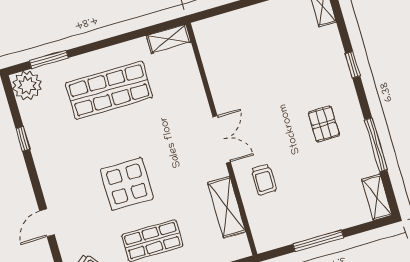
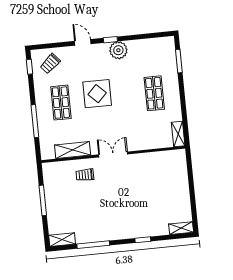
plant: (27, 85) -> (118, 50), moved
shop shelf: (109, 90) -> (154, 93), width x0.70, depth x0.74
pallet: (324, 124) -> (111, 216), removed
window: (23, 139) -> (110, 40), moved
double door: (222, 139) -> (113, 154), swing flipped

